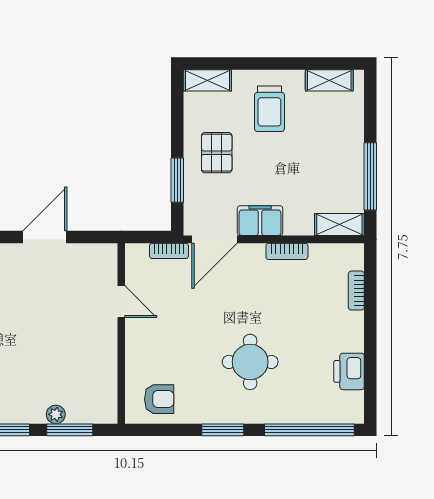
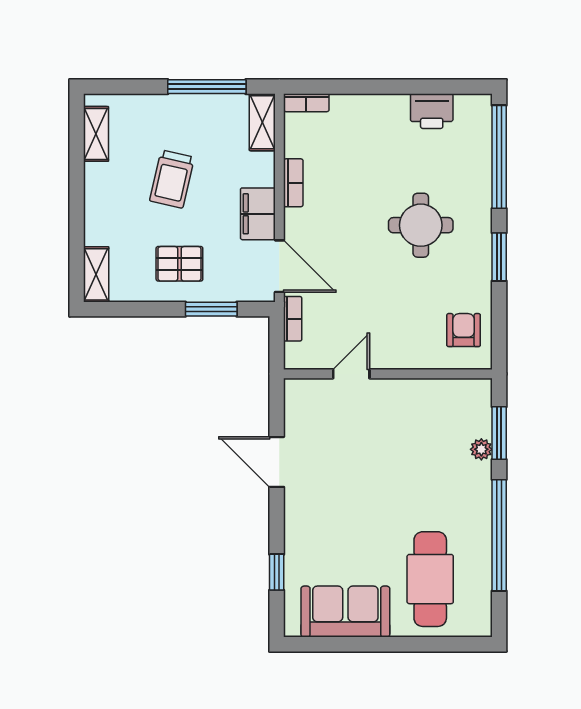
trolley: (269, 109) -> (172, 179), moved, turned 103
bookcase: (356, 291) -> (306, 103), moved

